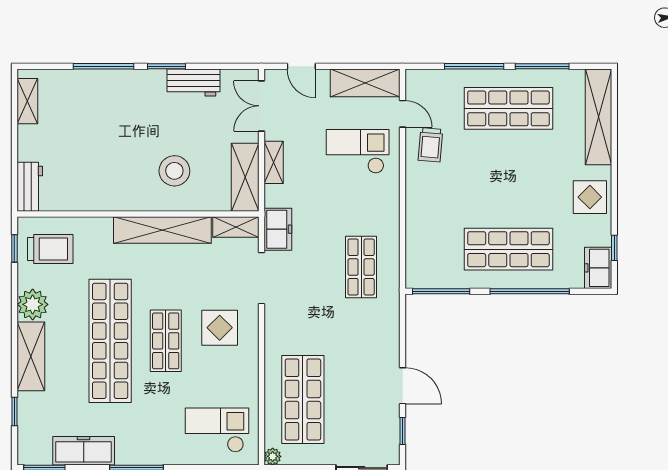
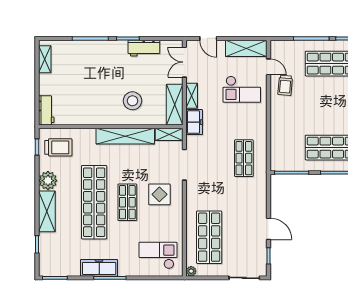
checkout: (358, 151) -> (242, 89), turned 180
freezer: (278, 229) -> (194, 122), moved
freezer: (84, 451) -> (99, 268), moved

